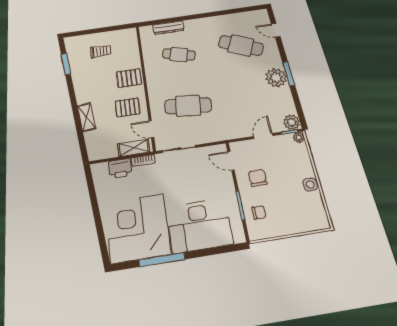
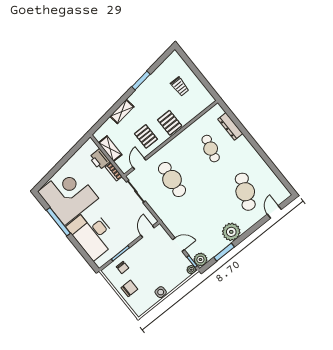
window: (66, 64) -> (141, 81), moved
window: (289, 74) -> (224, 252), moved
shelving: (134, 148) -> (110, 149), moved
chair: (258, 178) -> (129, 288), moved

